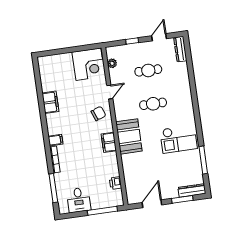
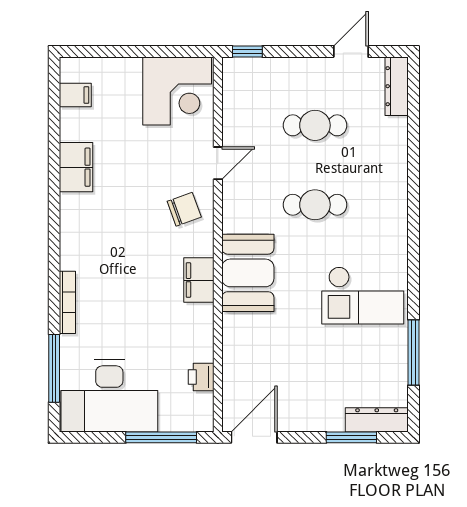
window: (132, 41) -> (247, 51), moved
plant: (112, 63) -> (233, 97), removed
filing cabinet: (56, 140) -> (75, 95), moved
desk: (79, 200) -> (109, 396), width x1.87, depth x1.30
door: (152, 204) -> (254, 437), moved

